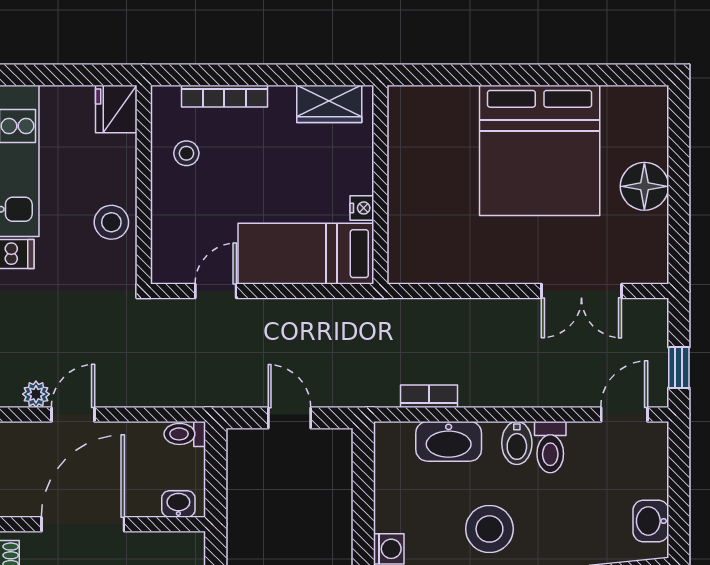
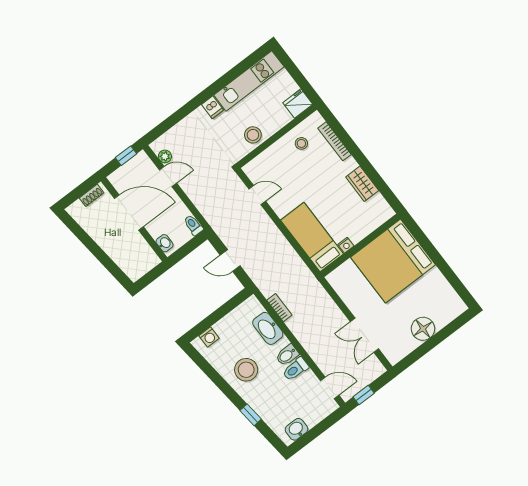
bed: (540, 150) -> (393, 261), moved
wall: (380, 185) -> (360, 245), moved
nightstand: (362, 208) -> (346, 245), moved
bed: (306, 254) -> (312, 237), moved
door: (289, 418) -> (230, 261), swing flipped

